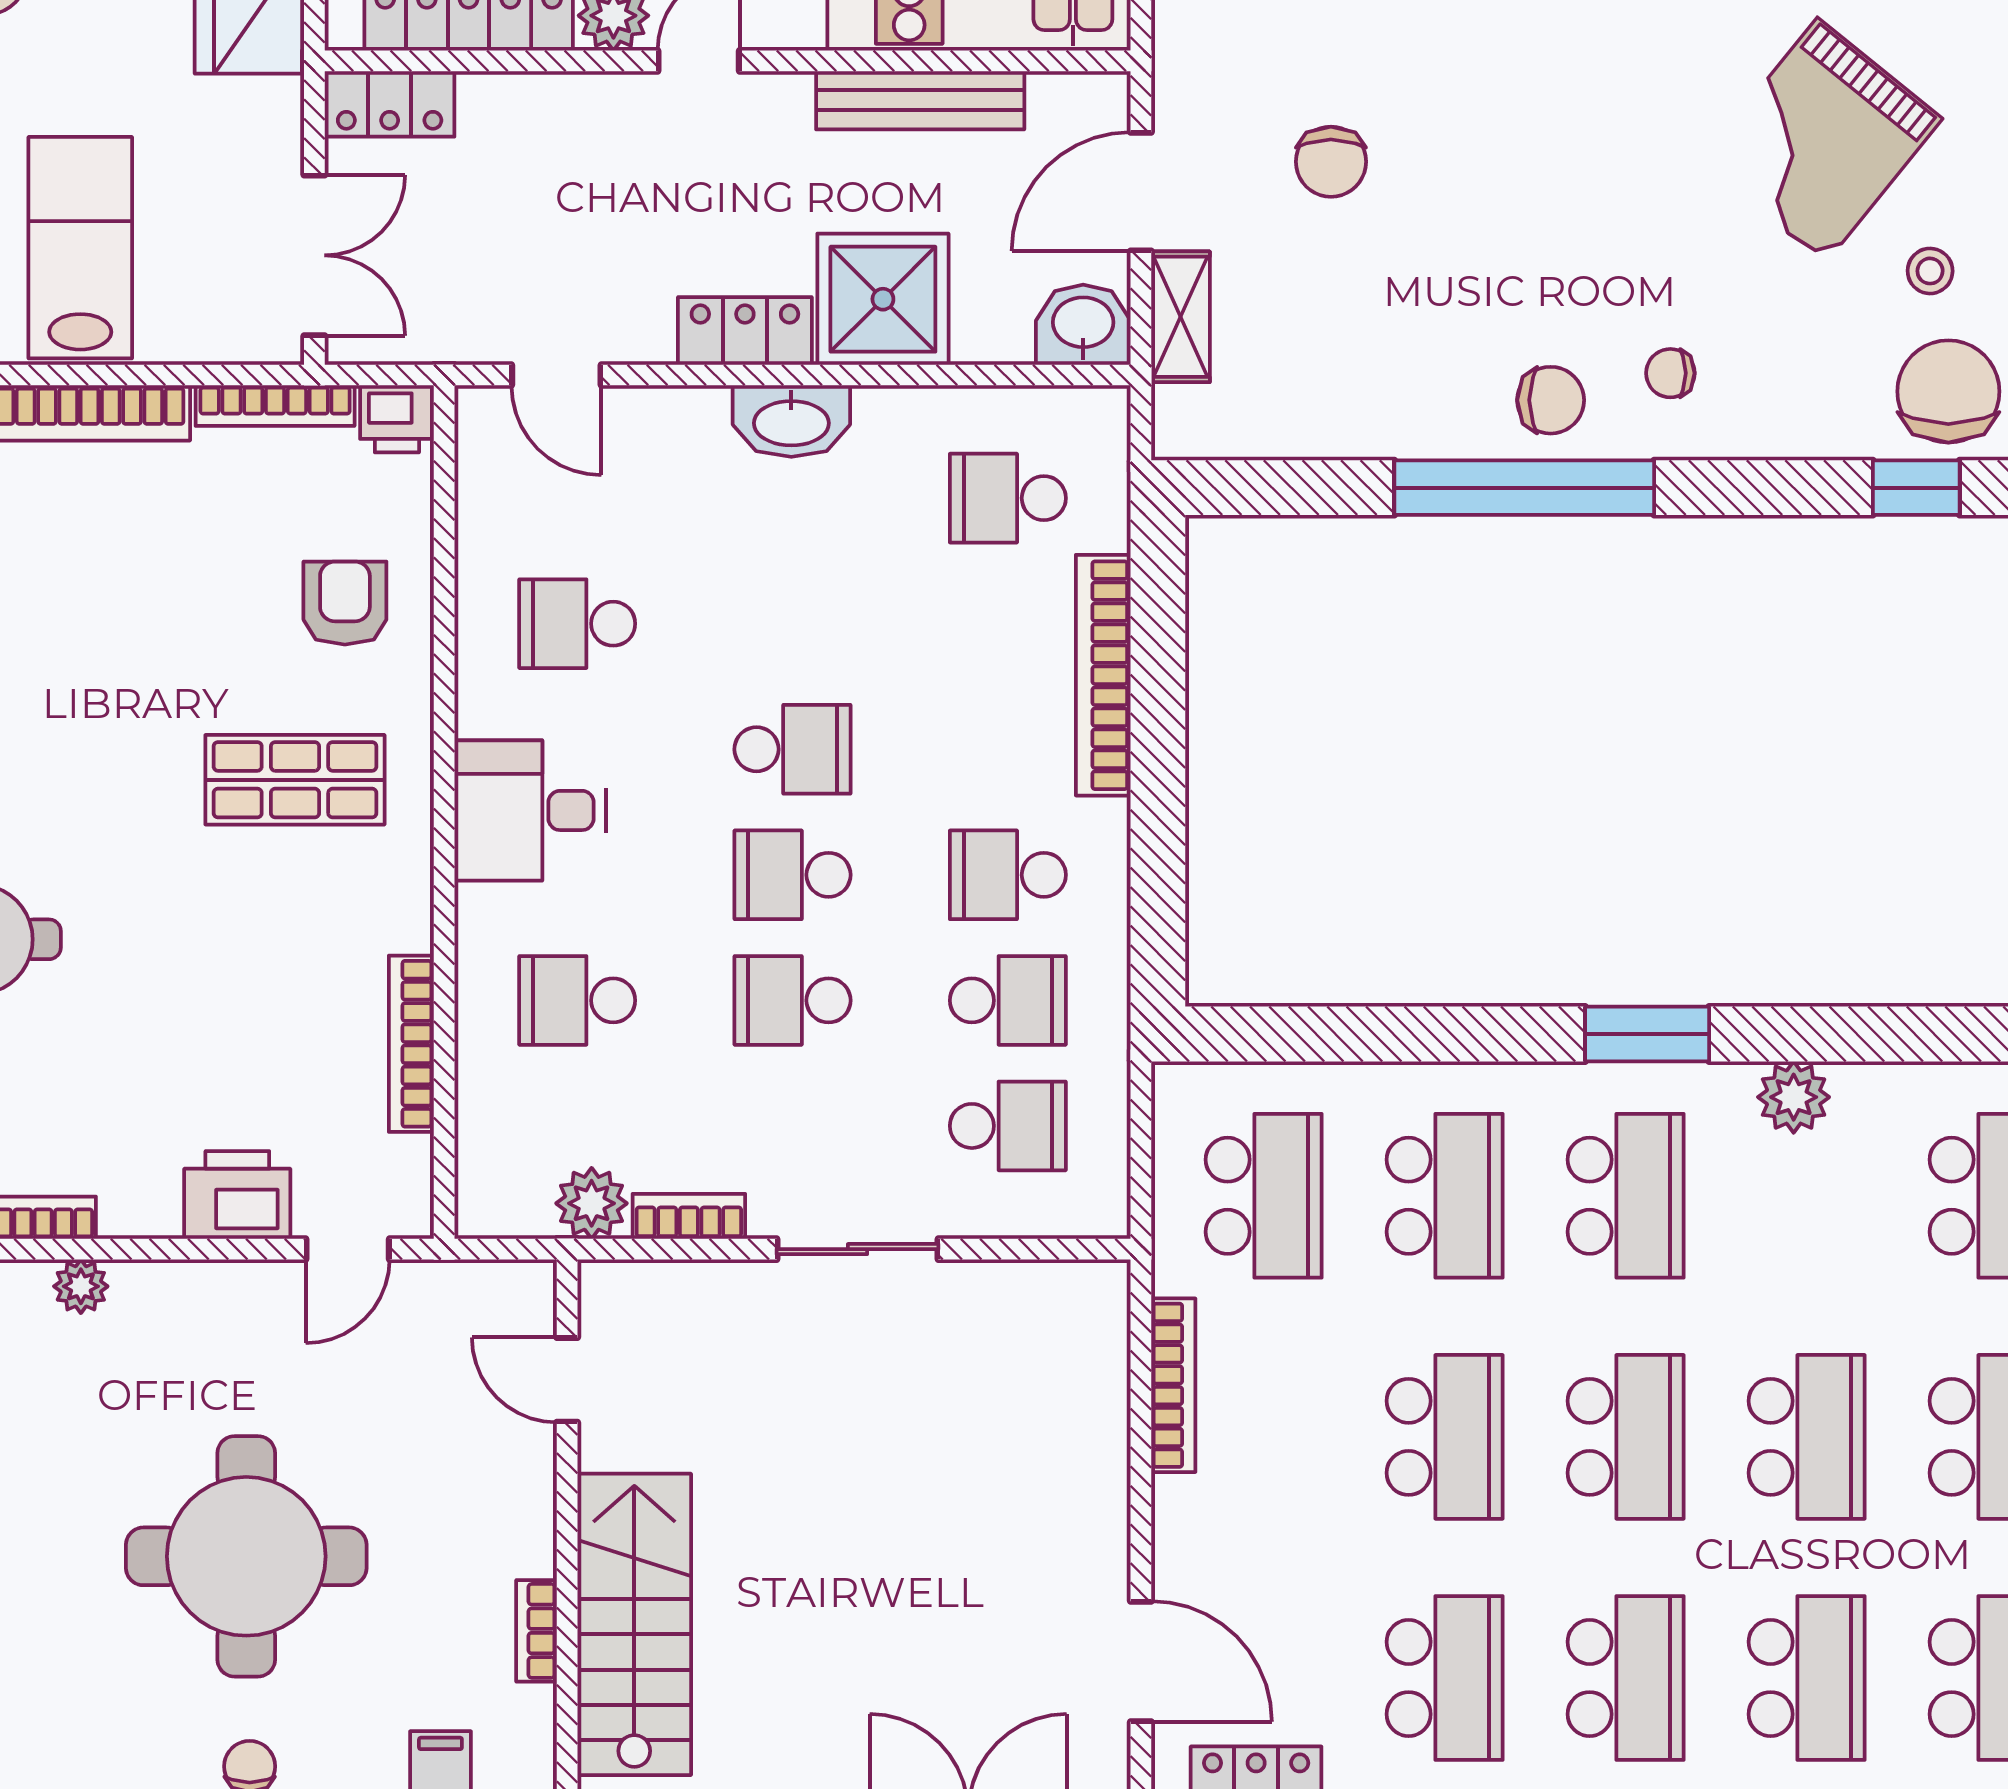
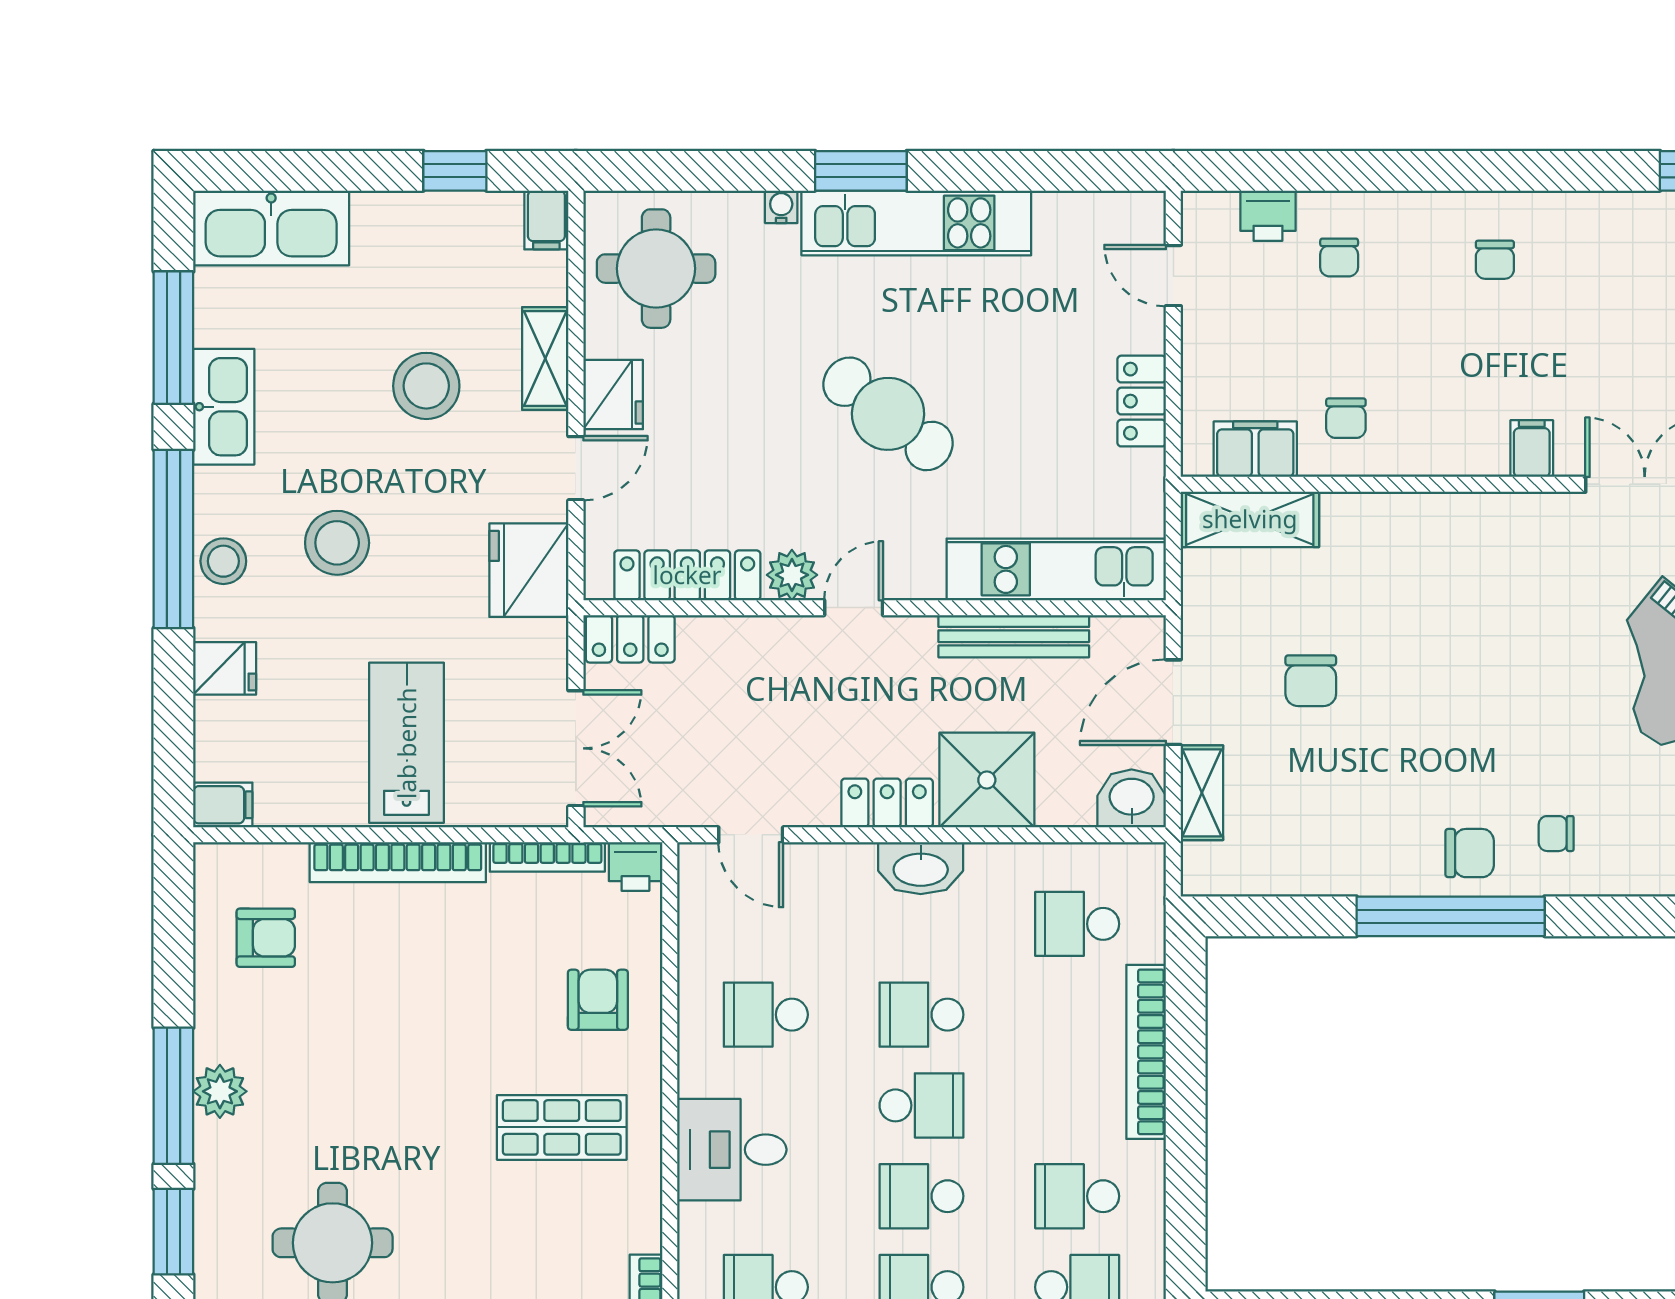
school desk: (792, 624) -> (921, 1015), added

